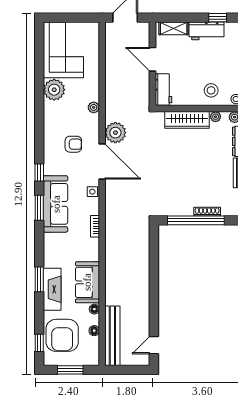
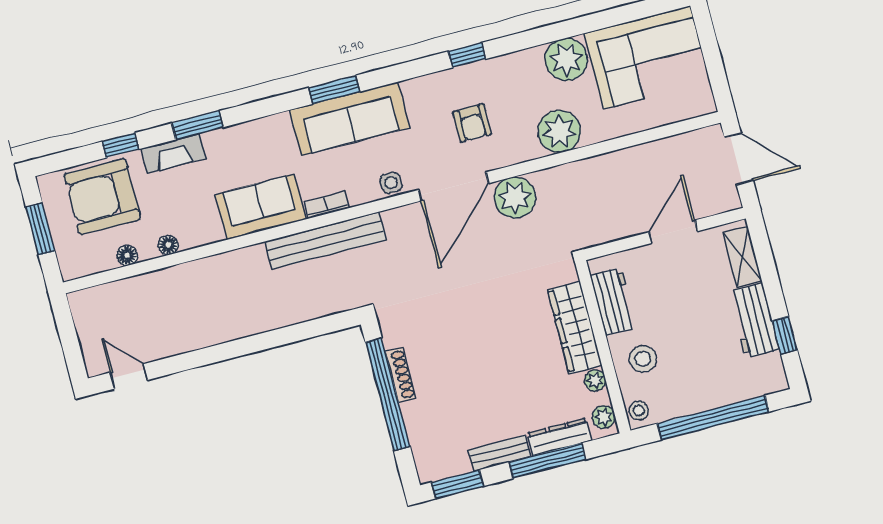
workbench: (164, 89) -> (613, 301), moved, turned -90
plant: (94, 107) -> (559, 131), width x1.88, depth x1.88
window: (39, 173) -> (467, 55), moved
shoe rack: (207, 212) -> (400, 375), moved
sofa: (87, 282) -> (261, 207), moved
fireplace: (52, 289) -> (173, 154), width x0.73, depth x0.76
bench: (112, 336) -> (326, 241), moved
window: (39, 343) -> (120, 145), moved

